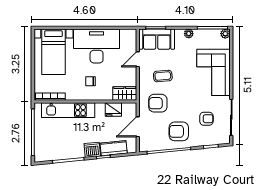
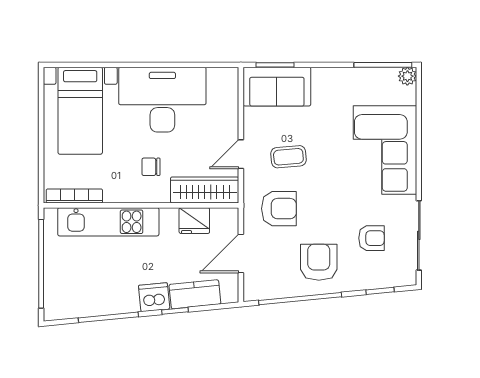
plant: (189, 34) -> (338, 76), removed
door: (138, 59) -> (241, 154), moved
wardrobe: (125, 93) -> (205, 190), width x1.50
armchair: (158, 103) -> (279, 209), turned 180
armchair: (179, 131) -> (319, 262), turned 90

